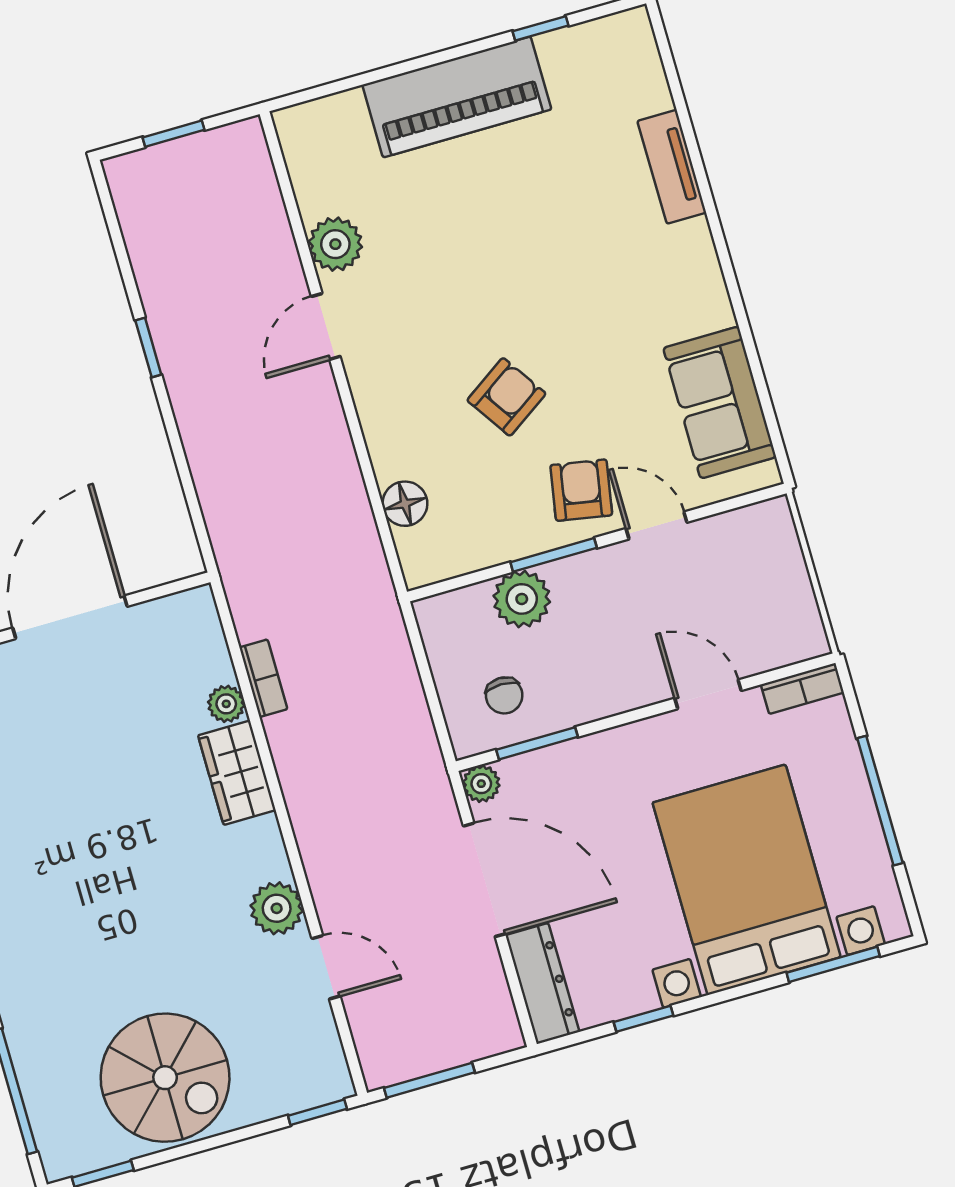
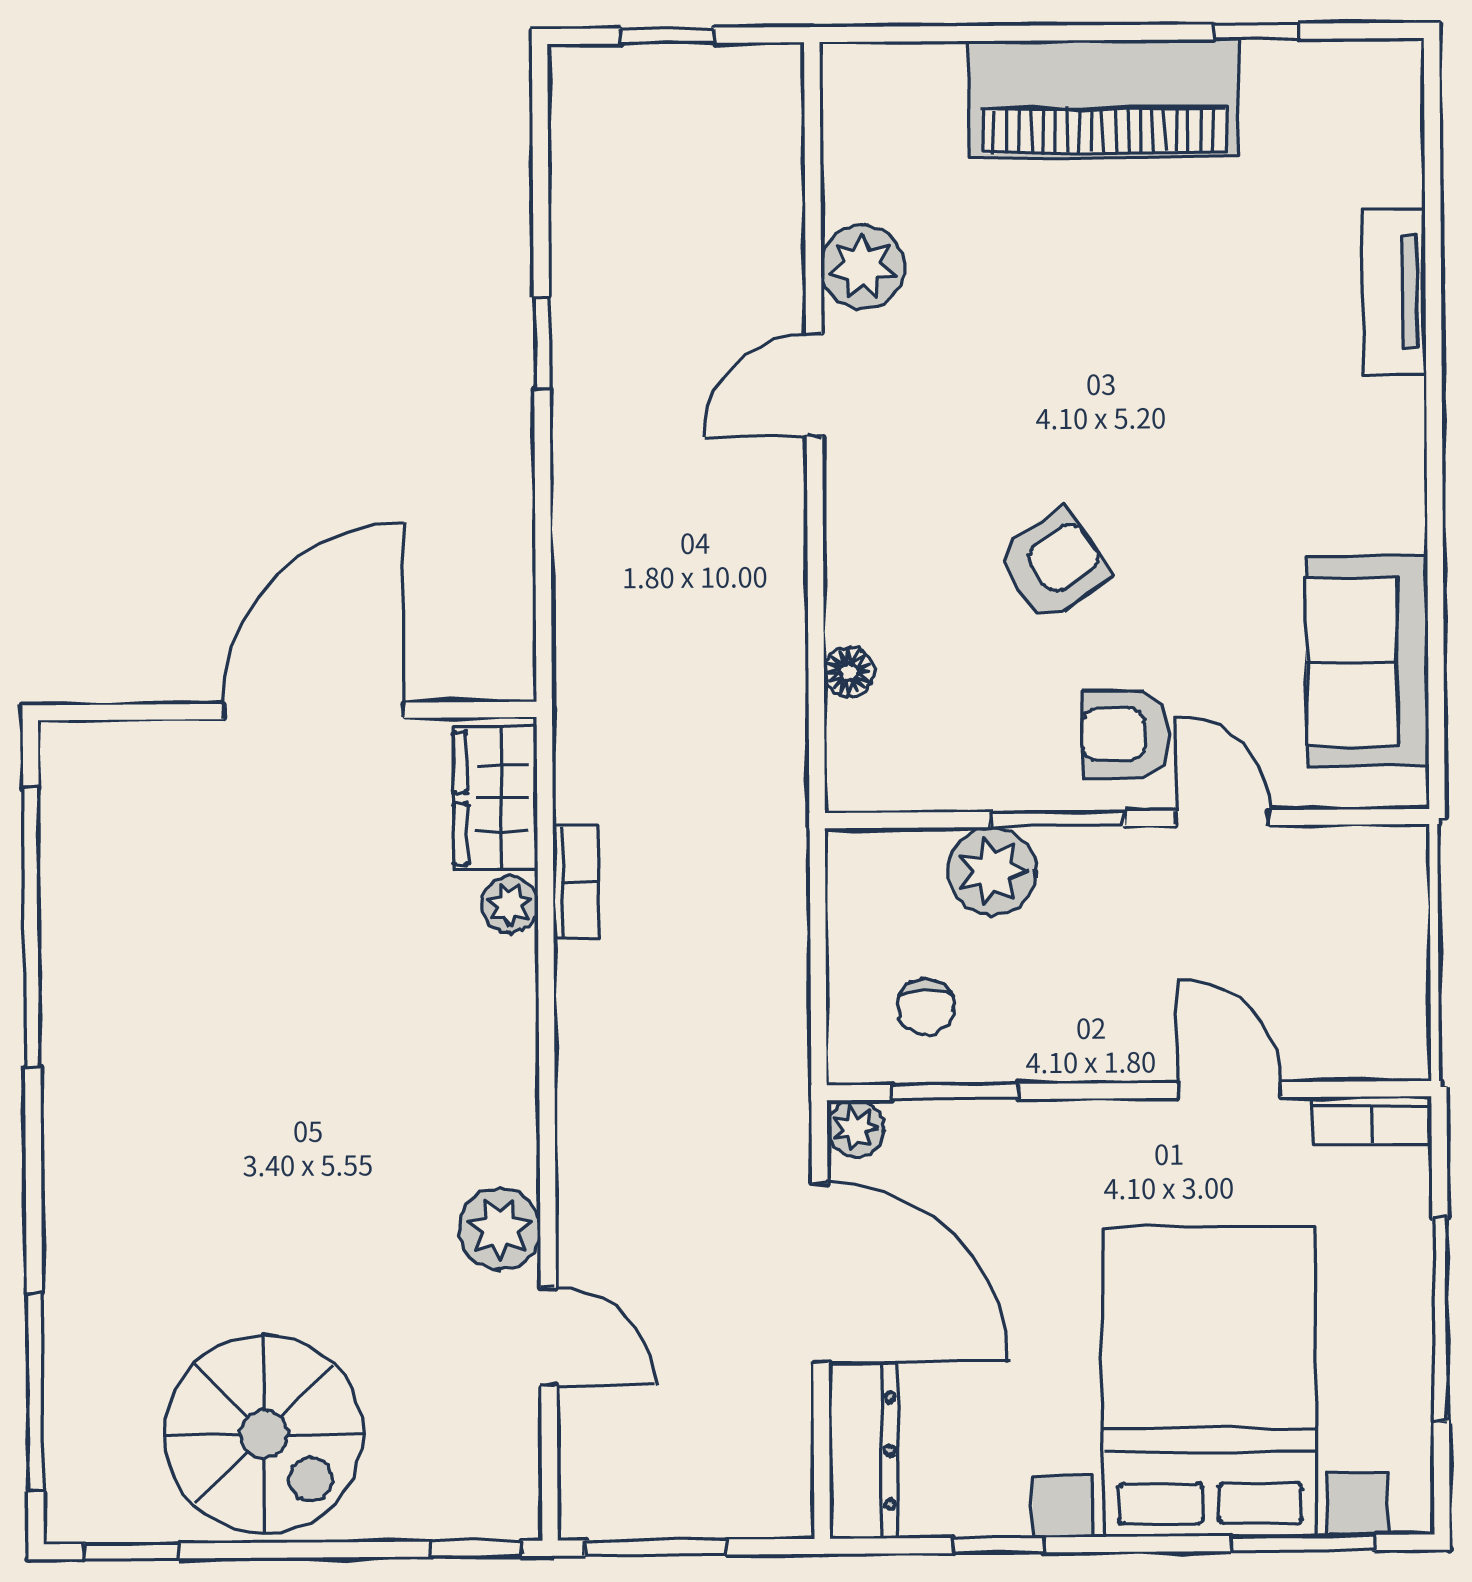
armchair: (581, 490) -> (1126, 734), turned -100
floor lamp: (405, 504) -> (849, 672), width x0.73, depth x0.73
wardrobe: (237, 773) -> (495, 798), moved

